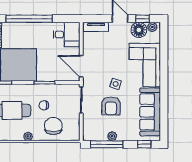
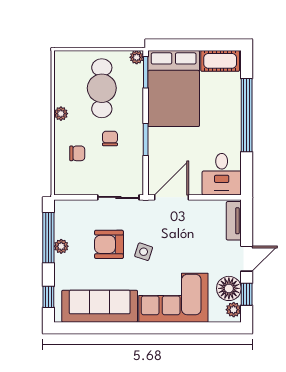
chair: (53, 126) -> (77, 153), width x0.54, depth x0.54

